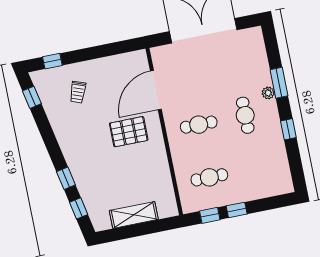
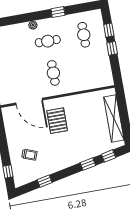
window: (279, 83) -> (26, 18), removed
window: (32, 97) -> (45, 181), moved
cafe table: (209, 177) -> (84, 35), moved
shelving: (134, 215) -> (114, 119), width x1.47
window: (210, 215) -> (109, 30), moved

